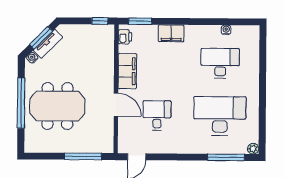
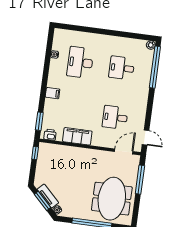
filing cabinet: (171, 33) -> (53, 93), width x0.50
door: (116, 105) -> (124, 151), moved
meeting table: (57, 106) -> (112, 199), moved
desk: (220, 116) -> (122, 68), width x0.53, depth x0.77
window: (226, 157) -> (155, 67), width x1.46

